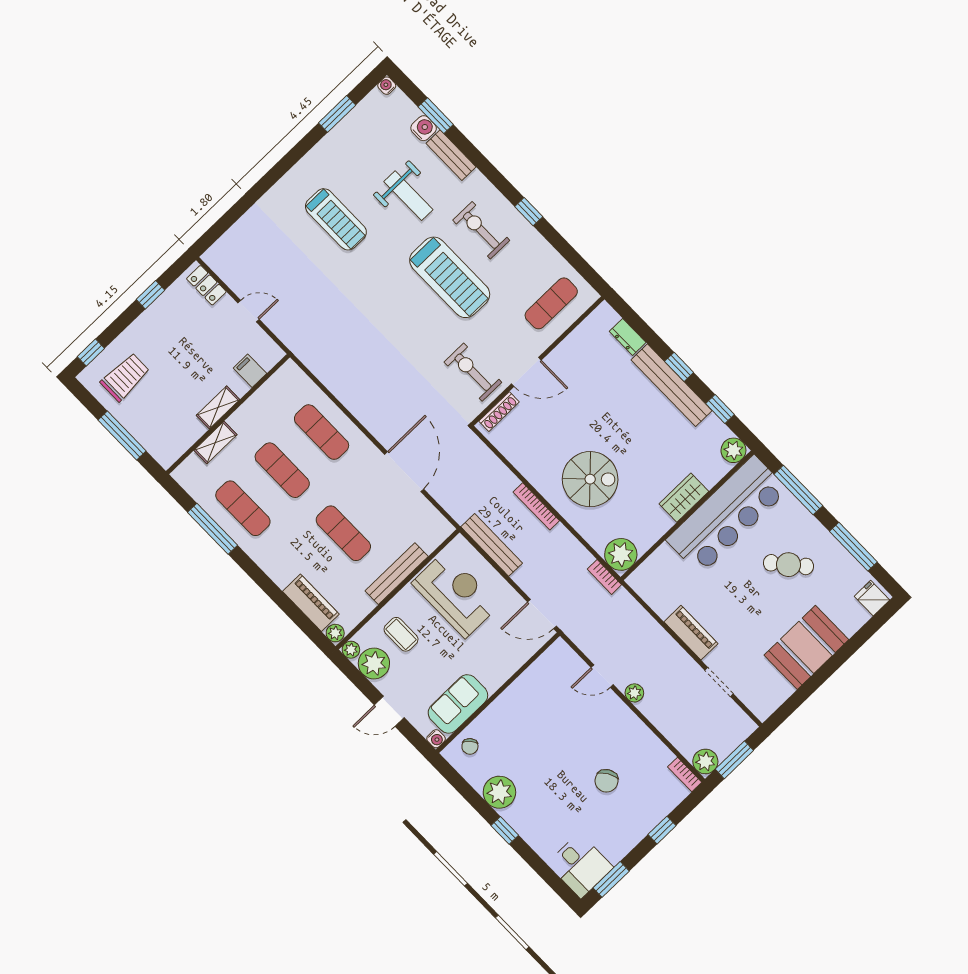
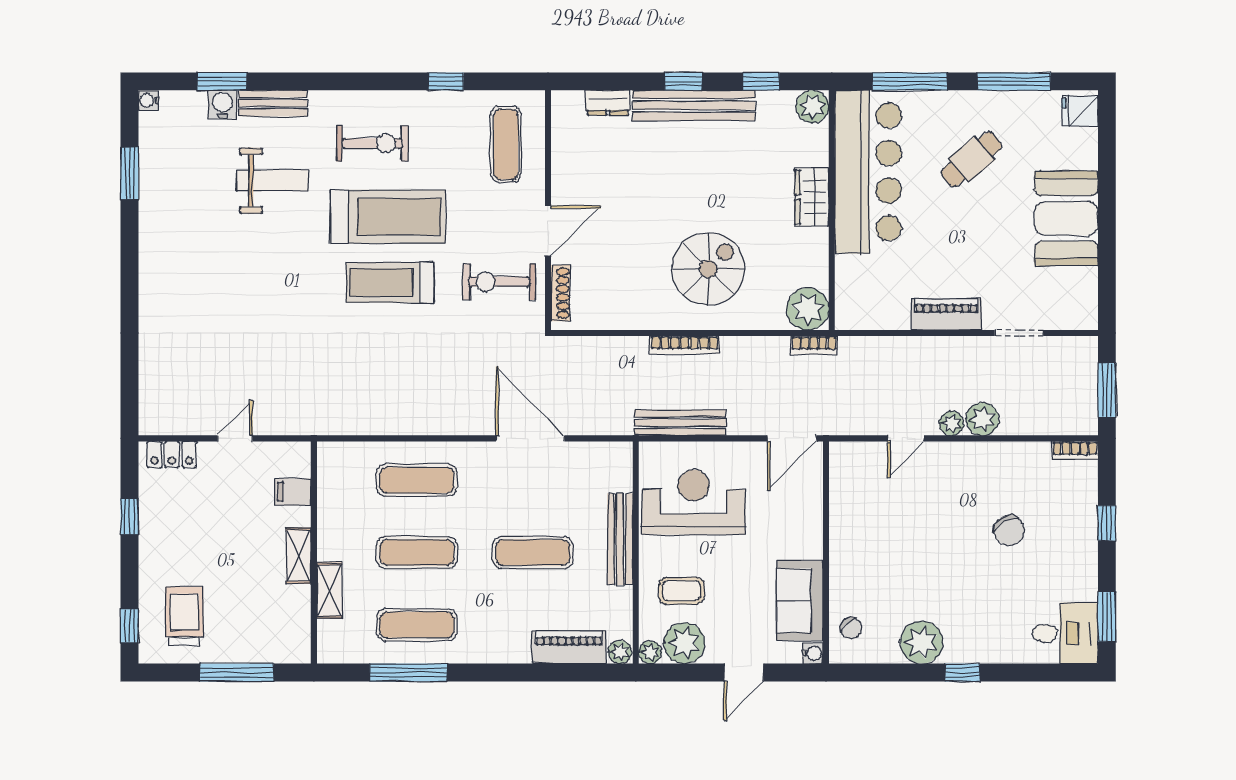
window: (529, 212) -> (446, 81), moved
treadmill: (336, 219) -> (390, 282), moved, turned 180
exercise bike: (481, 230) -> (372, 143), turned 180
plant: (705, 761) -> (982, 419), moved

